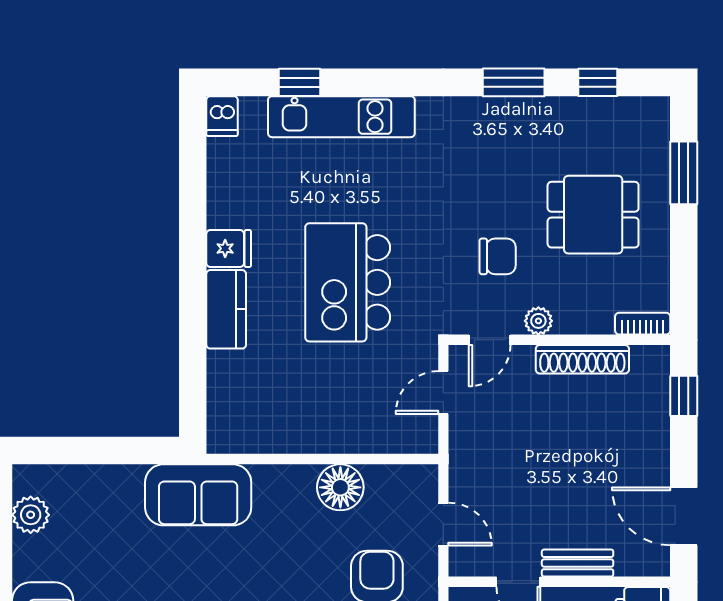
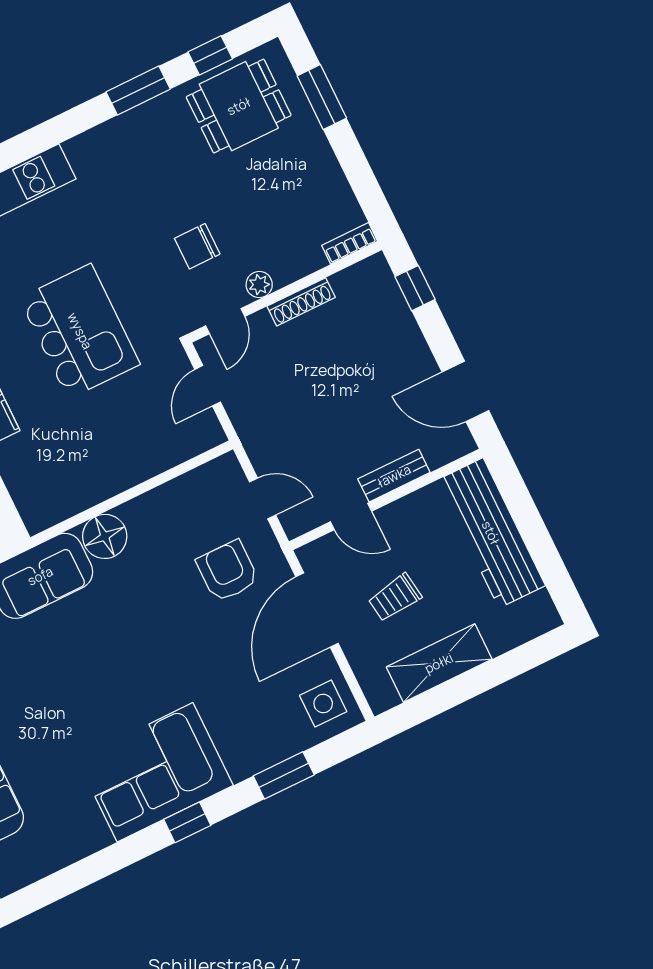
dining table: (593, 215) -> (239, 106), moved
chair: (498, 256) -> (197, 246), turned 180
kitchen island: (348, 282) -> (80, 331), turned 180
shoe rack: (582, 359) -> (301, 302), width x0.74, depth x0.81
floor lamp: (340, 487) -> (105, 536), moved

